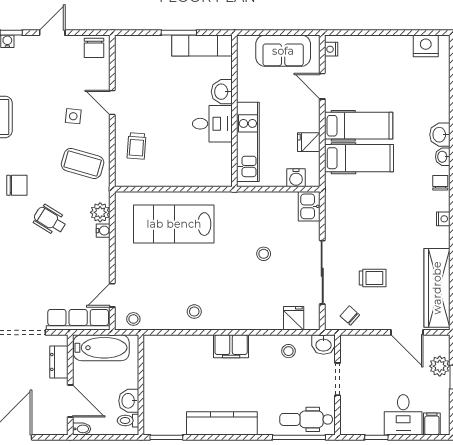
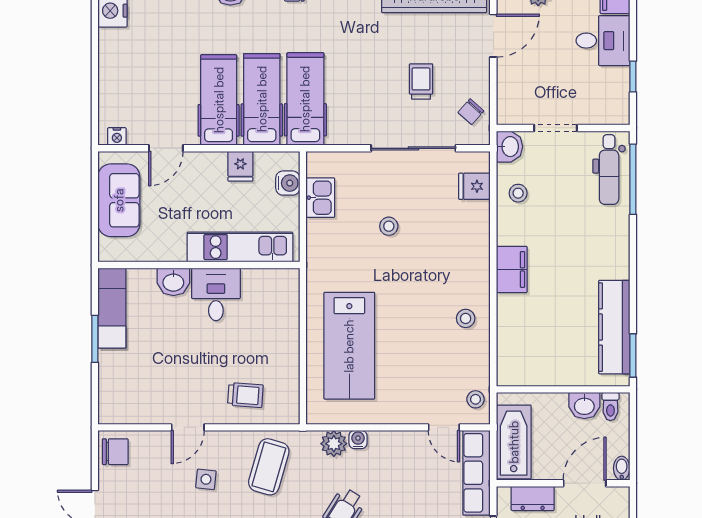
hospital bed: (359, 191) -> (305, 99), added
kitchen sink: (309, 206) -> (320, 198), moved, turned -90
kitchen counter: (222, 423) -> (614, 327), moved

